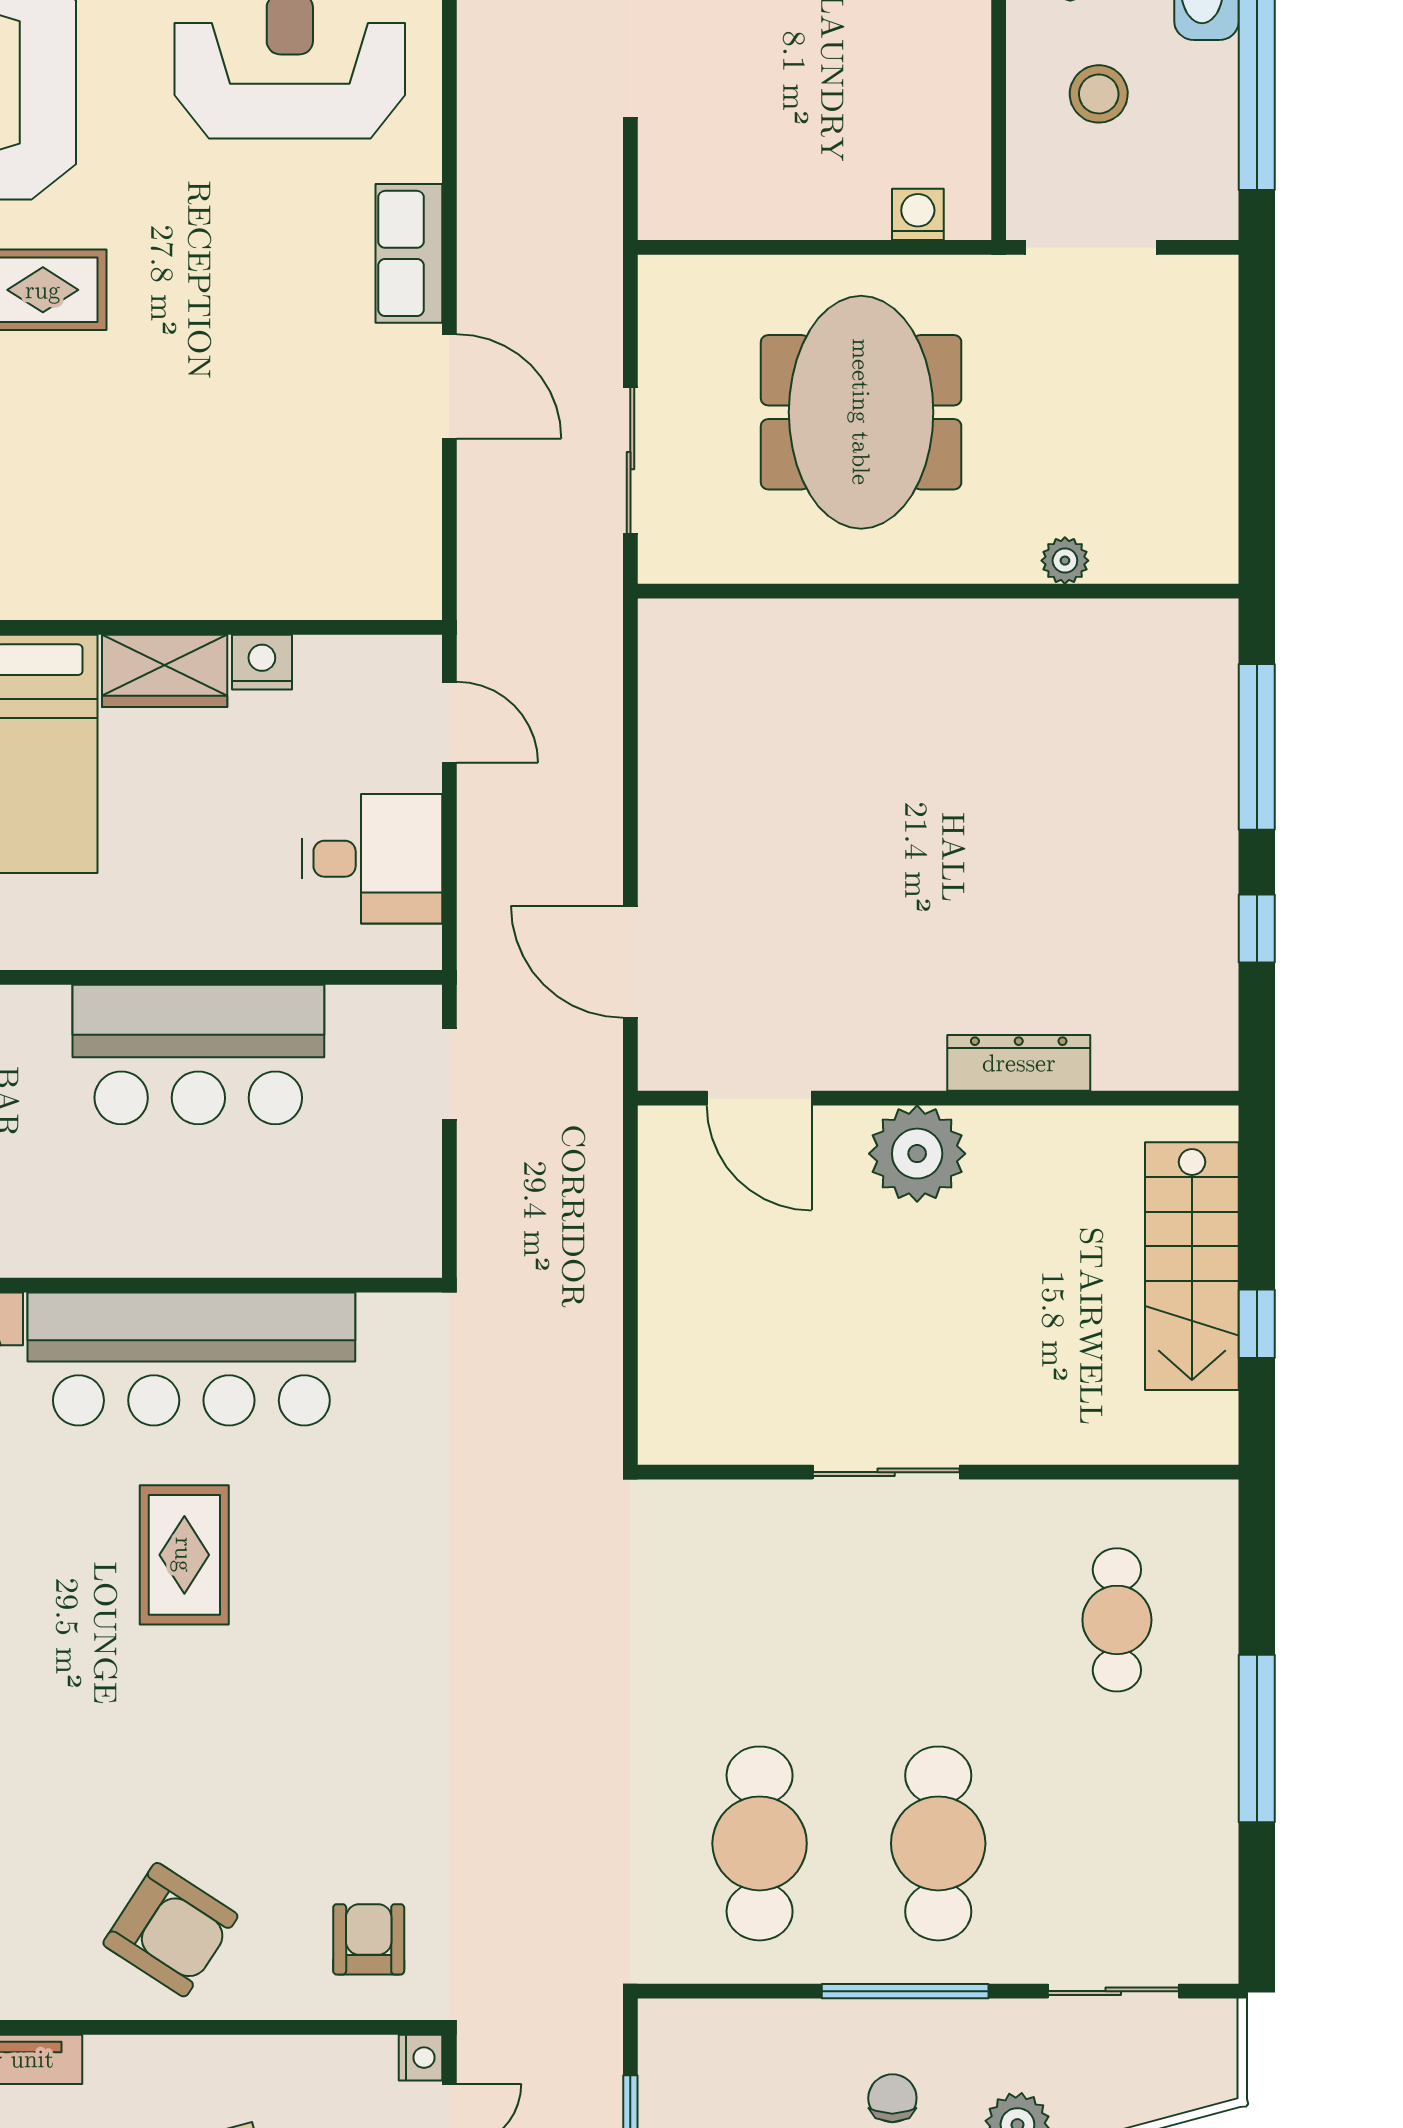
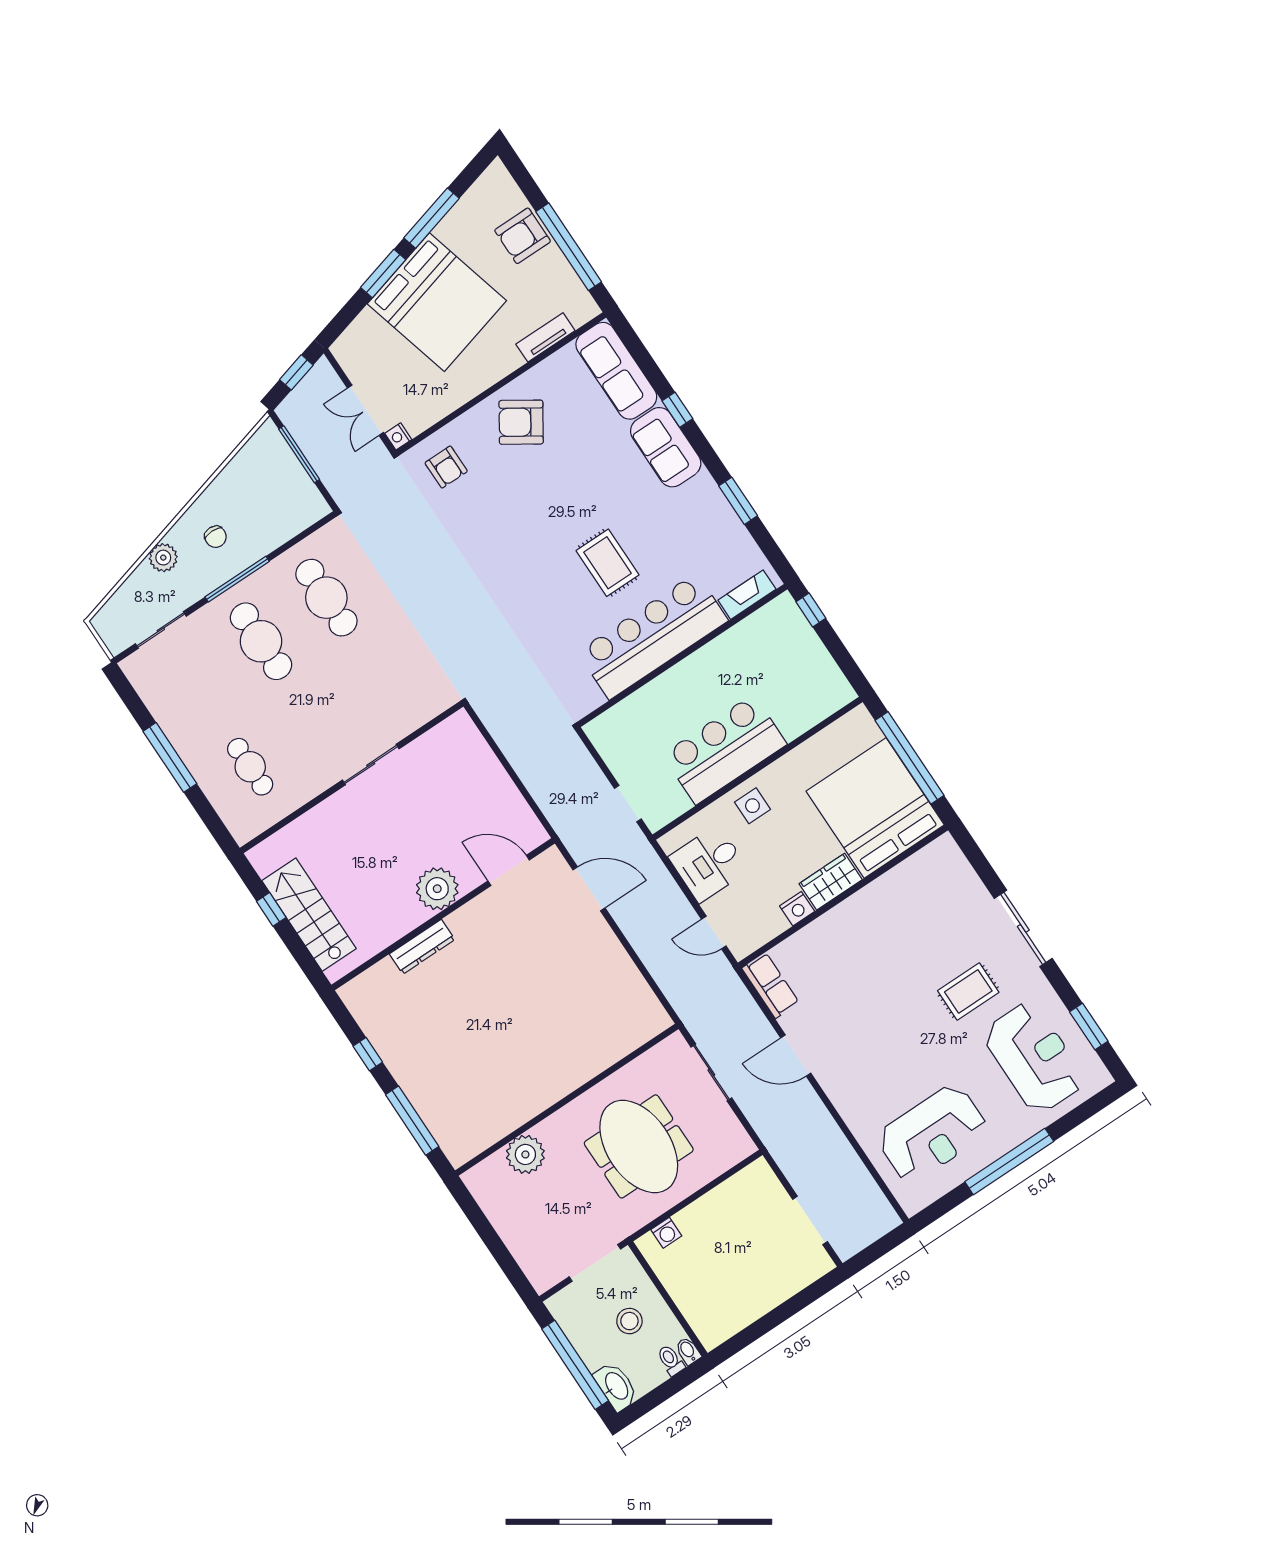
row of seats: (409, 253) -> (771, 985), moved
plant: (1065, 561) -> (525, 1154), width x1.87, depth x1.87
side table: (216, 913) -> (752, 806), added

